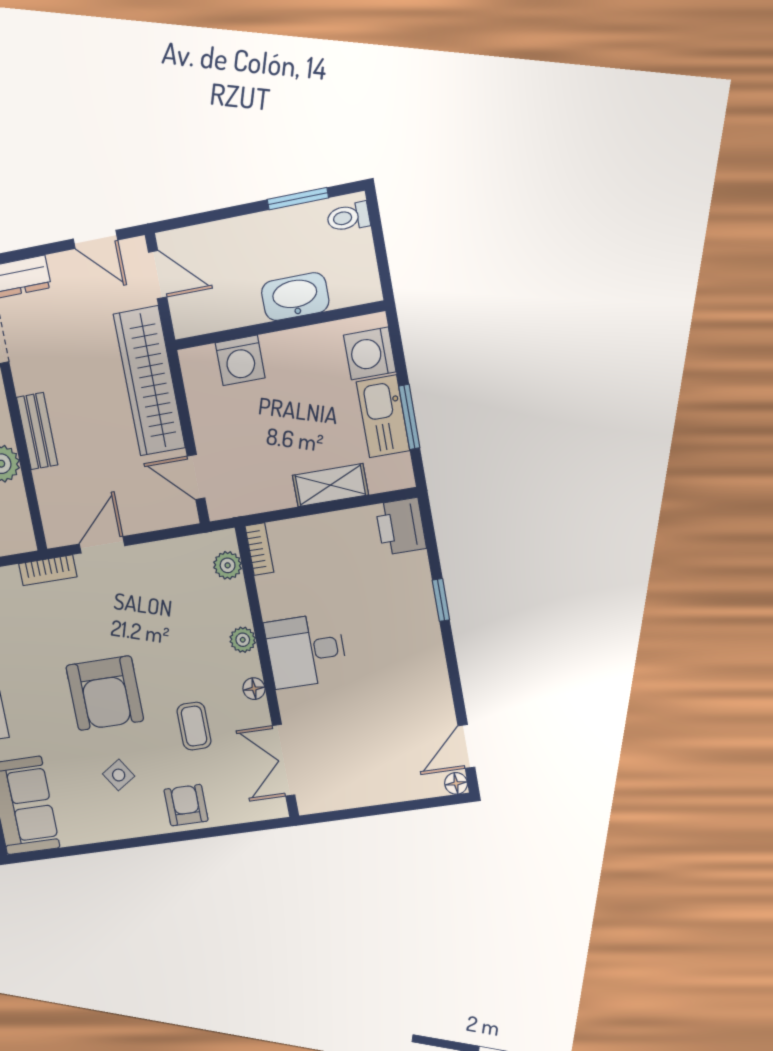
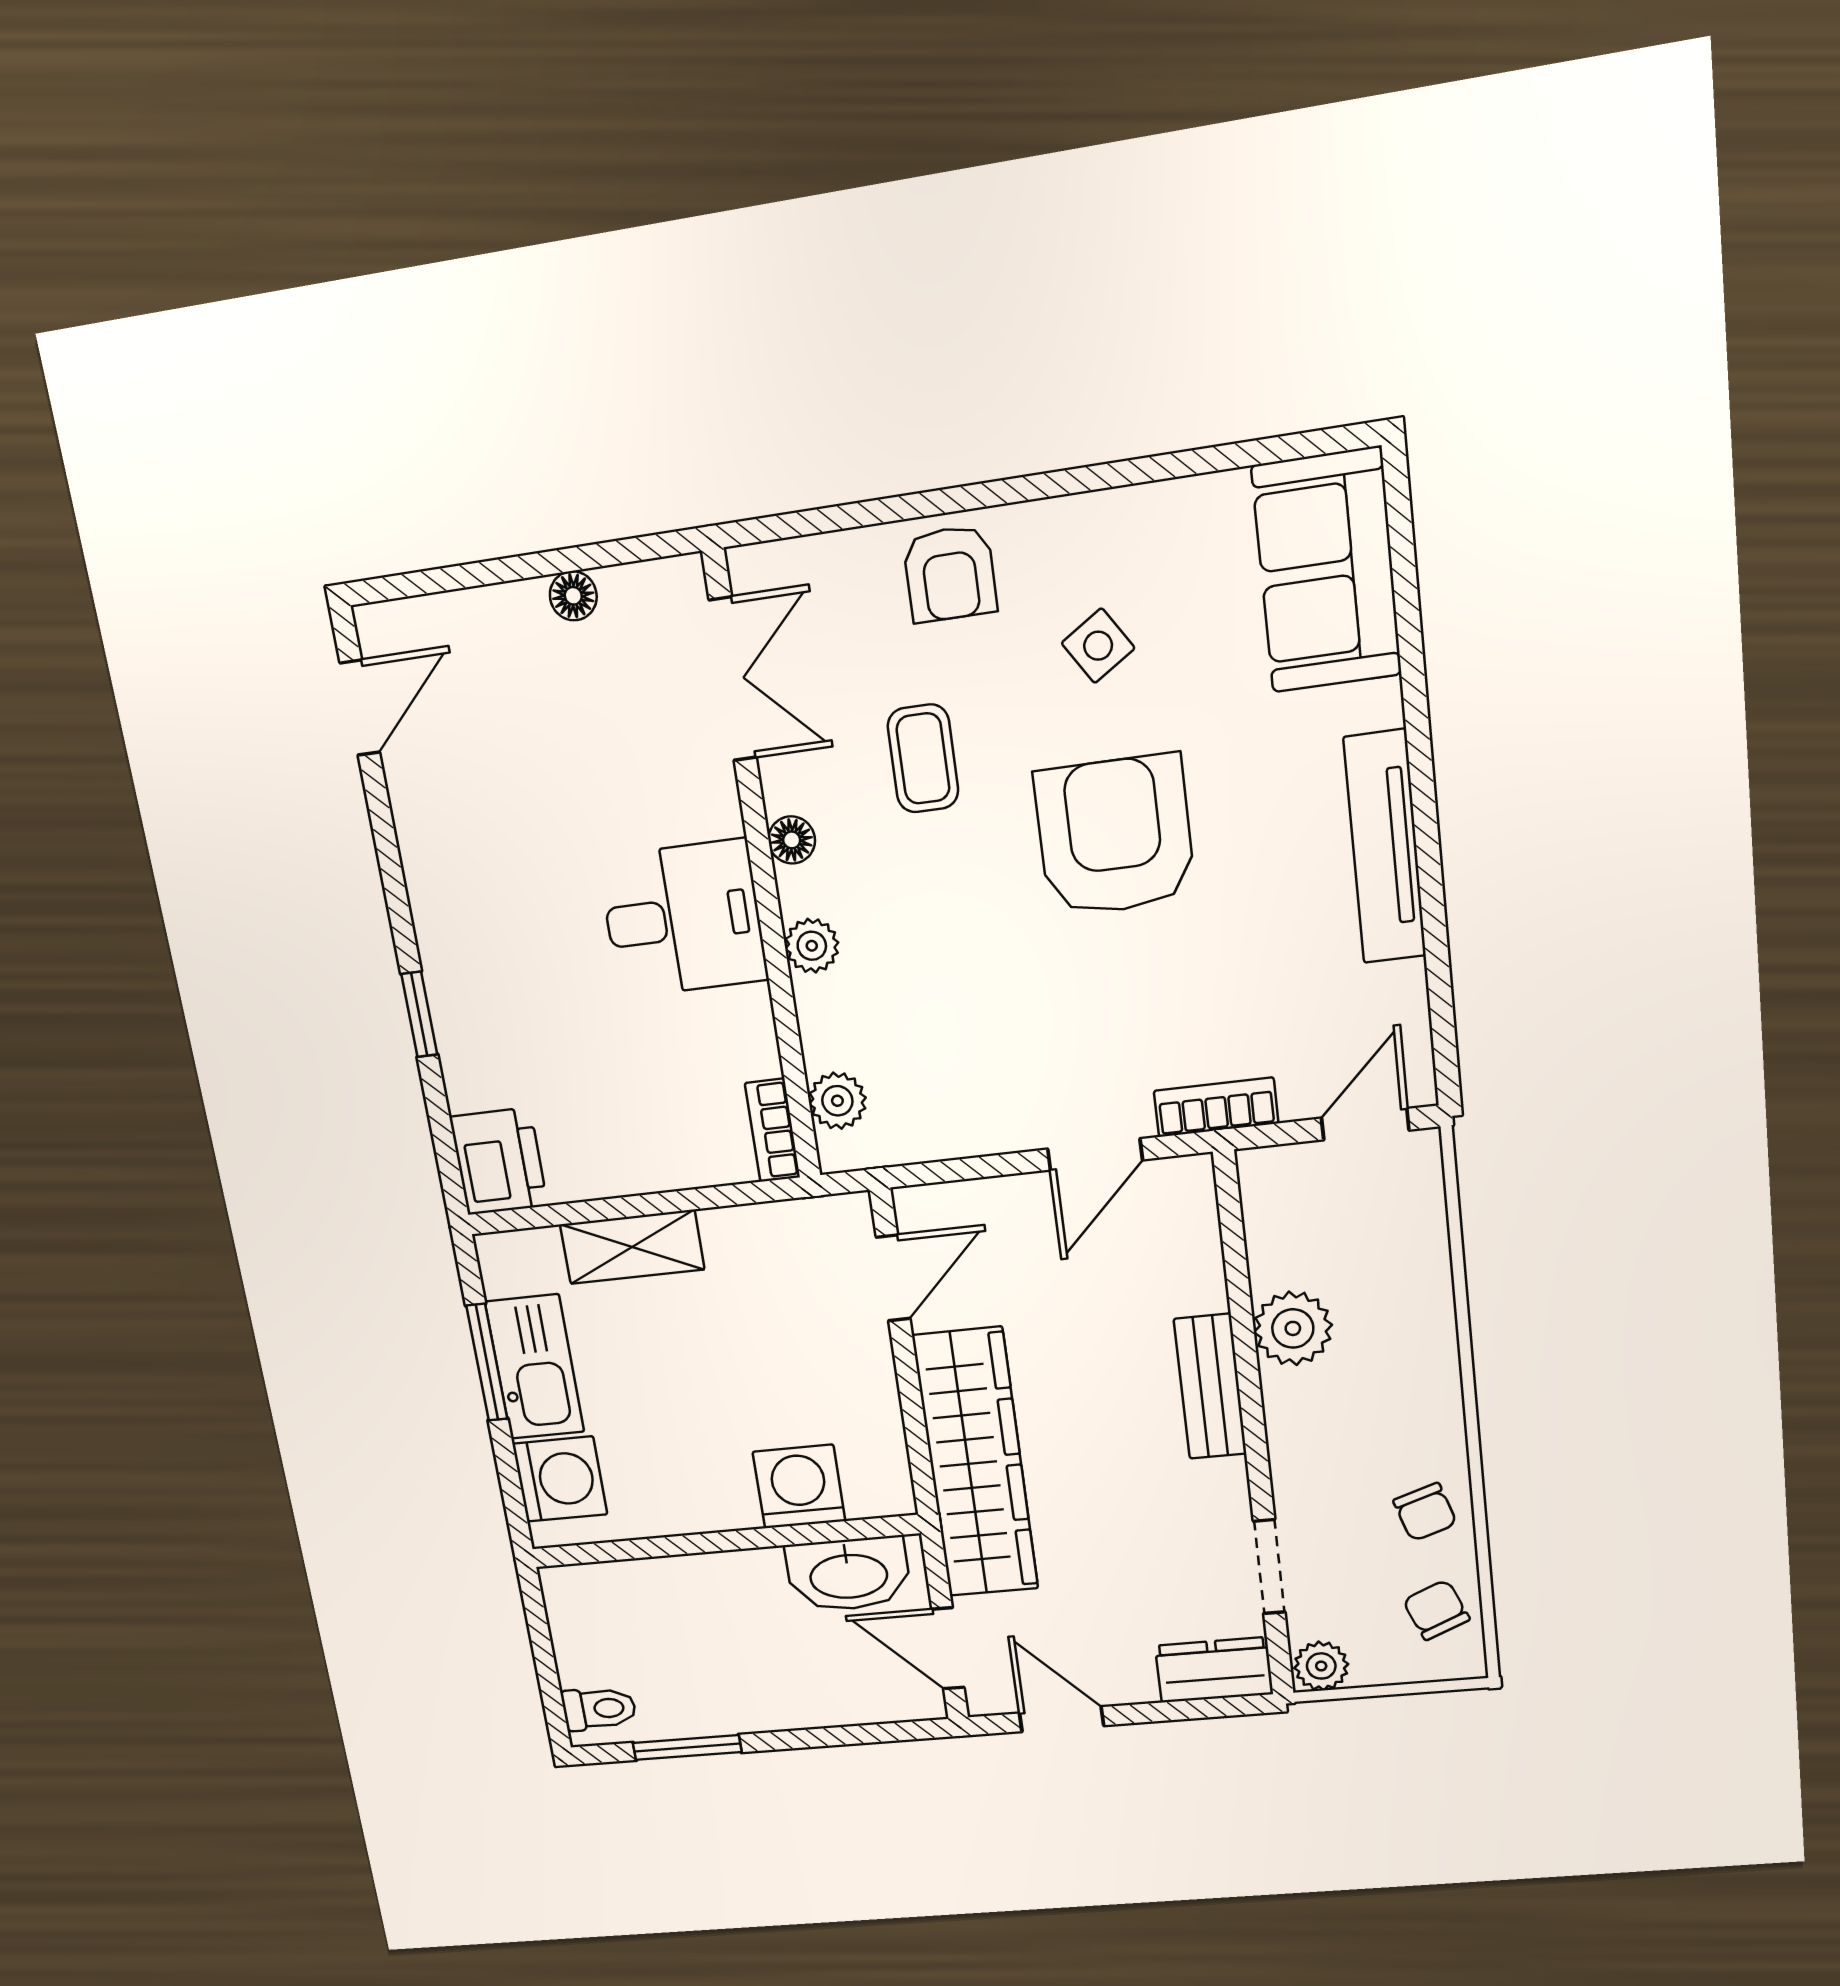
washbasin: (295, 297) -> (848, 1574), moved
door: (196, 477) -> (893, 1278), hinge flipped
floor lamp: (456, 783) -> (573, 596), moved

